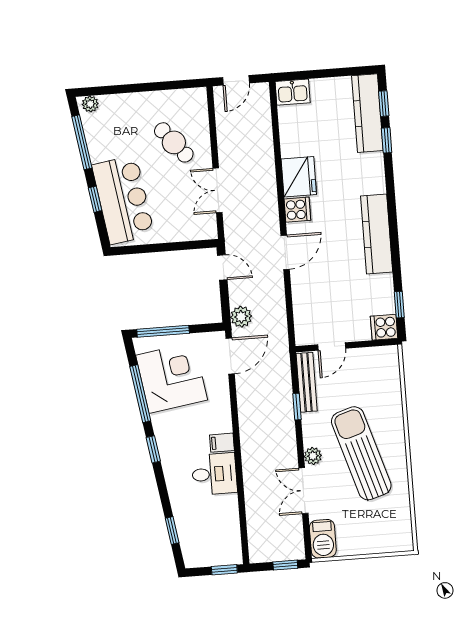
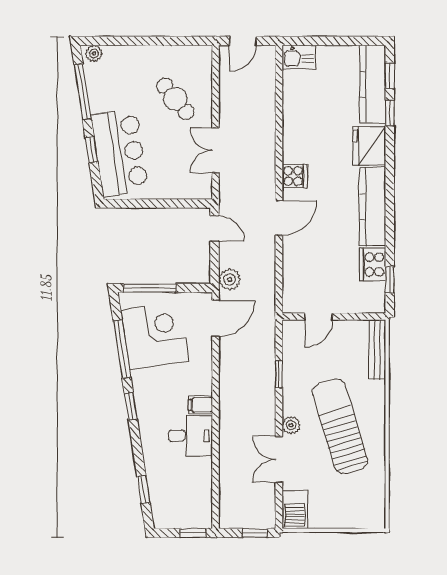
fridge: (299, 177) -> (369, 146), moved, turned 180
cooker: (384, 327) -> (373, 264), moved, width x1.36
bench: (307, 382) -> (377, 350), moved

